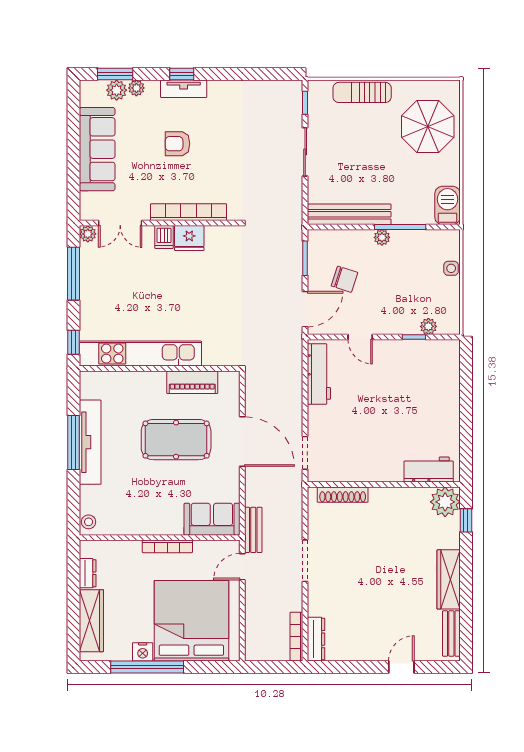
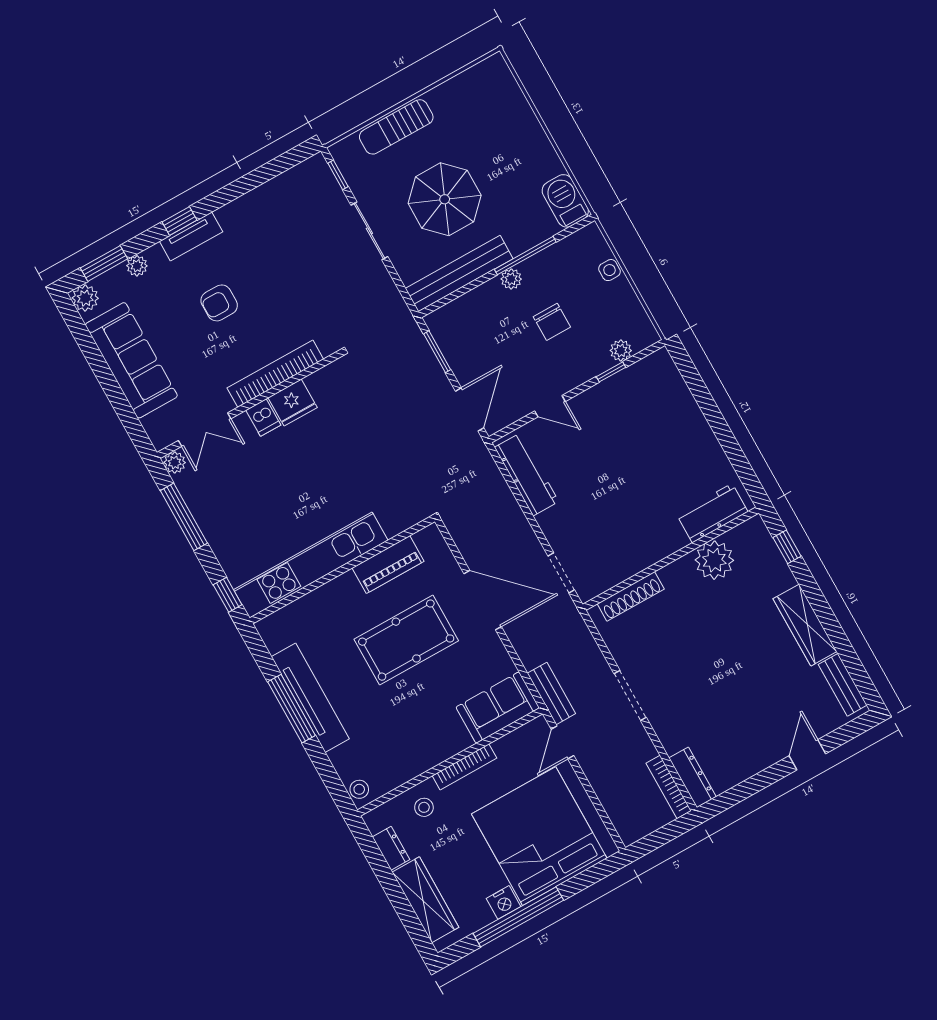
plant: (117, 90) -> (85, 298), moved
parasol: (428, 127) -> (445, 199), moved
chair: (344, 279) -> (552, 322), moved, turned 72
plant: (445, 502) -> (714, 560), moved
stool: (125, 558) -> (424, 807), added

